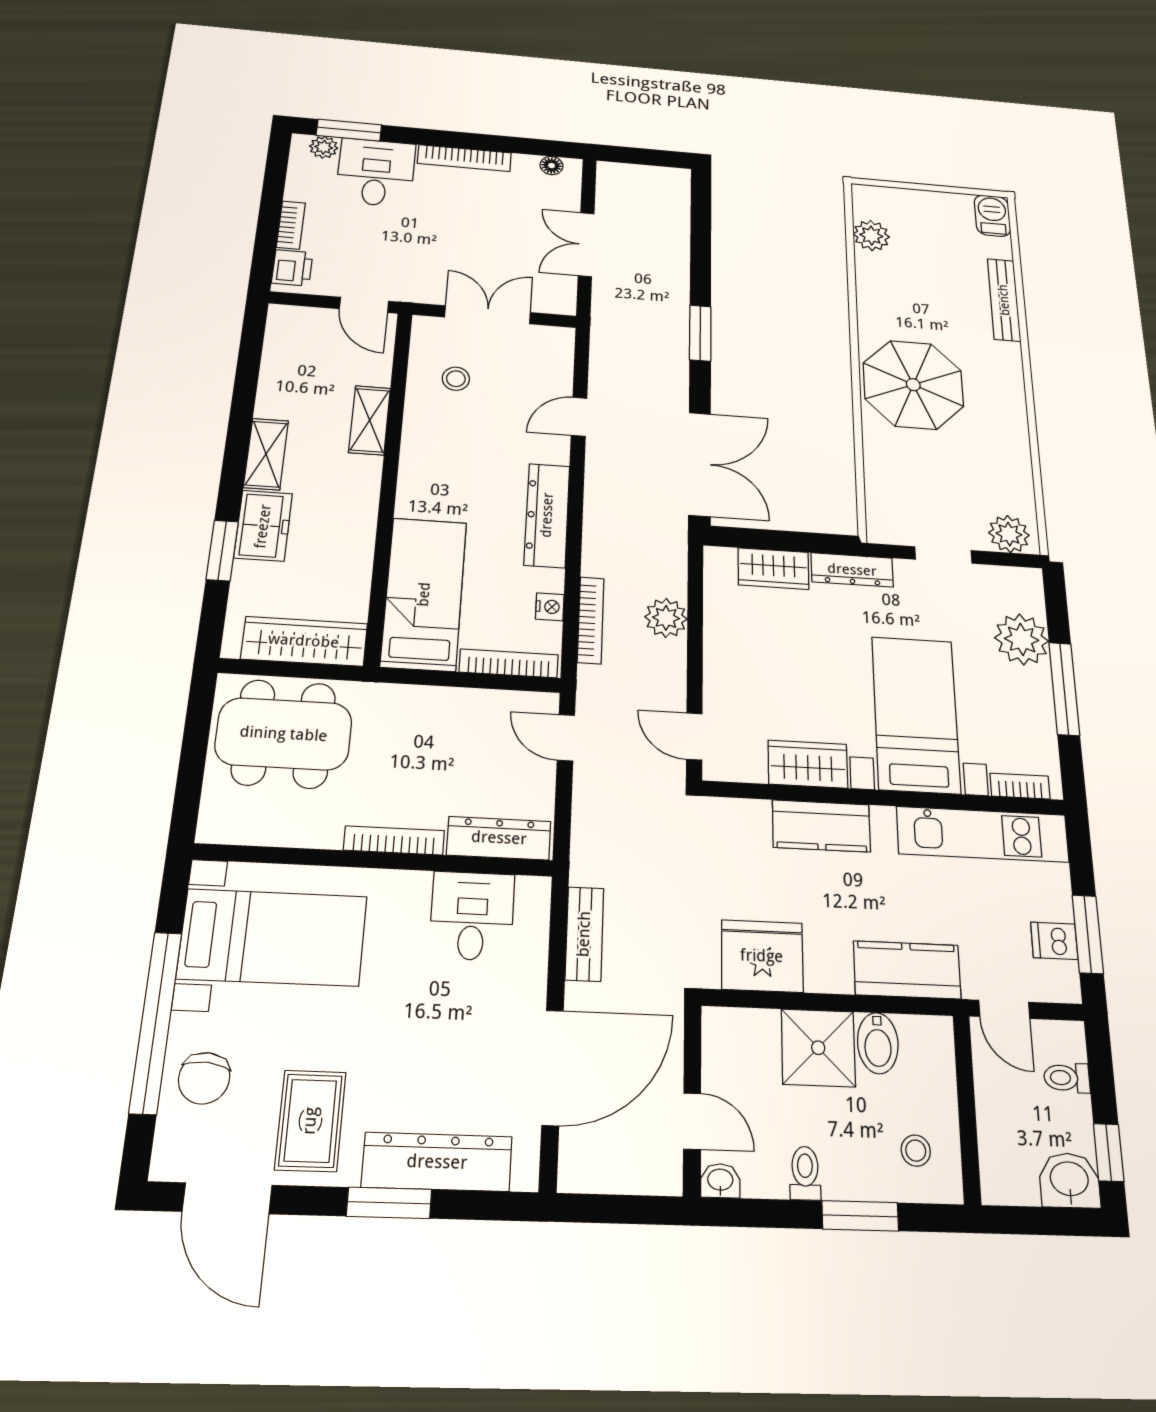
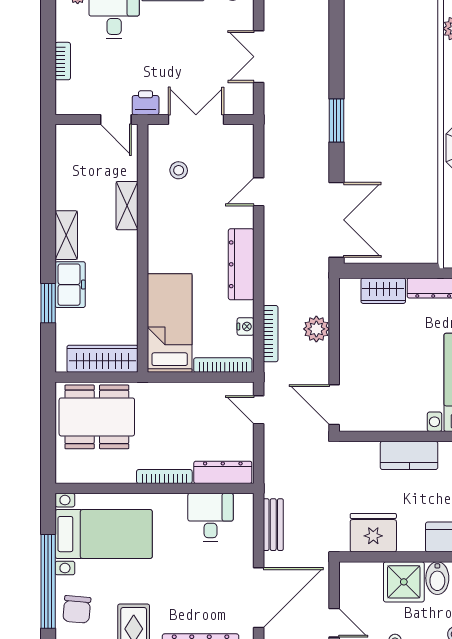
printer: (292, 268) -> (146, 103), moved, turned -90
door: (694, 736) -> (334, 405), width x1.38
wardrobe: (808, 764) -> (402, 418), removed

